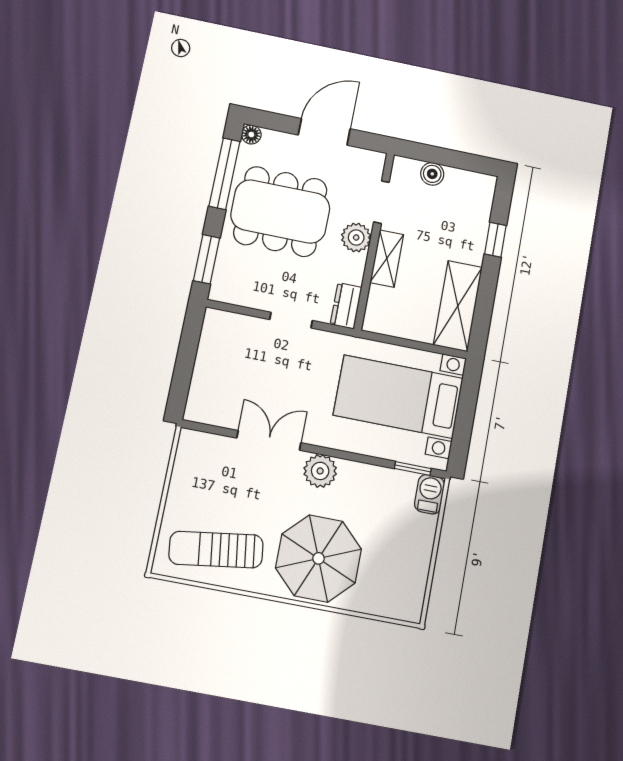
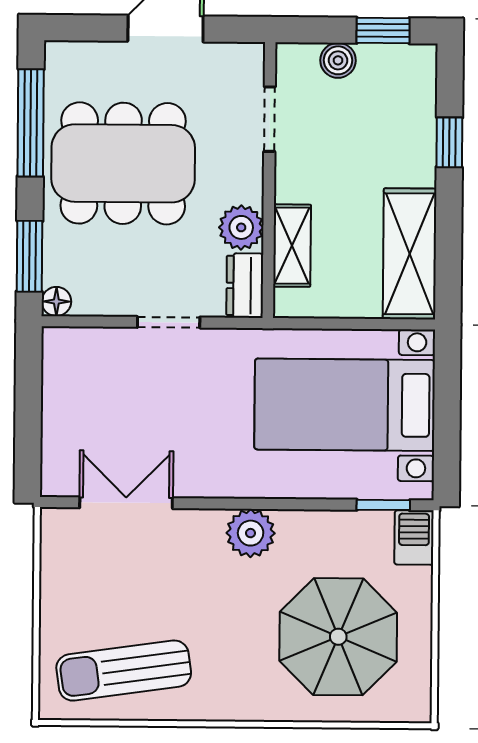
floor lamp: (251, 135) -> (56, 301), moved
window: (464, 161) -> (383, 30), added
plant: (356, 237) -> (241, 227), moved
shelving: (387, 259) -> (292, 246), moved
double door: (269, 440) -> (126, 503), moved
parasol: (319, 558) -> (338, 637), moved

